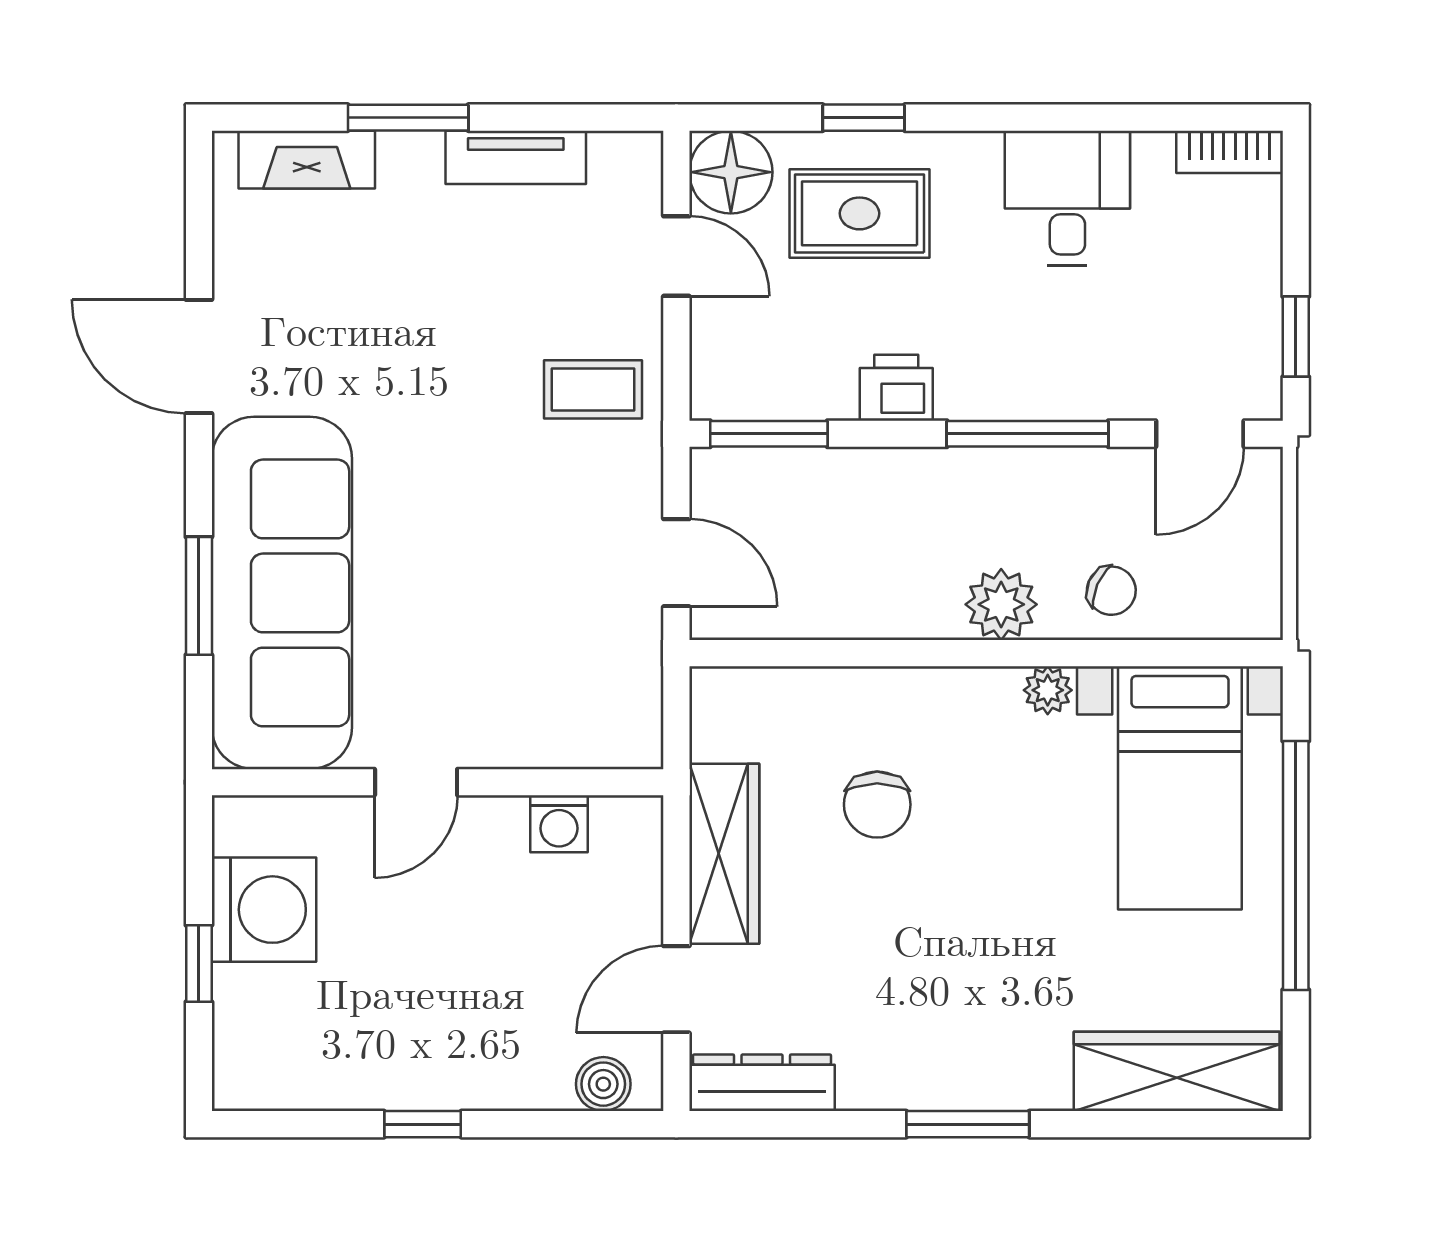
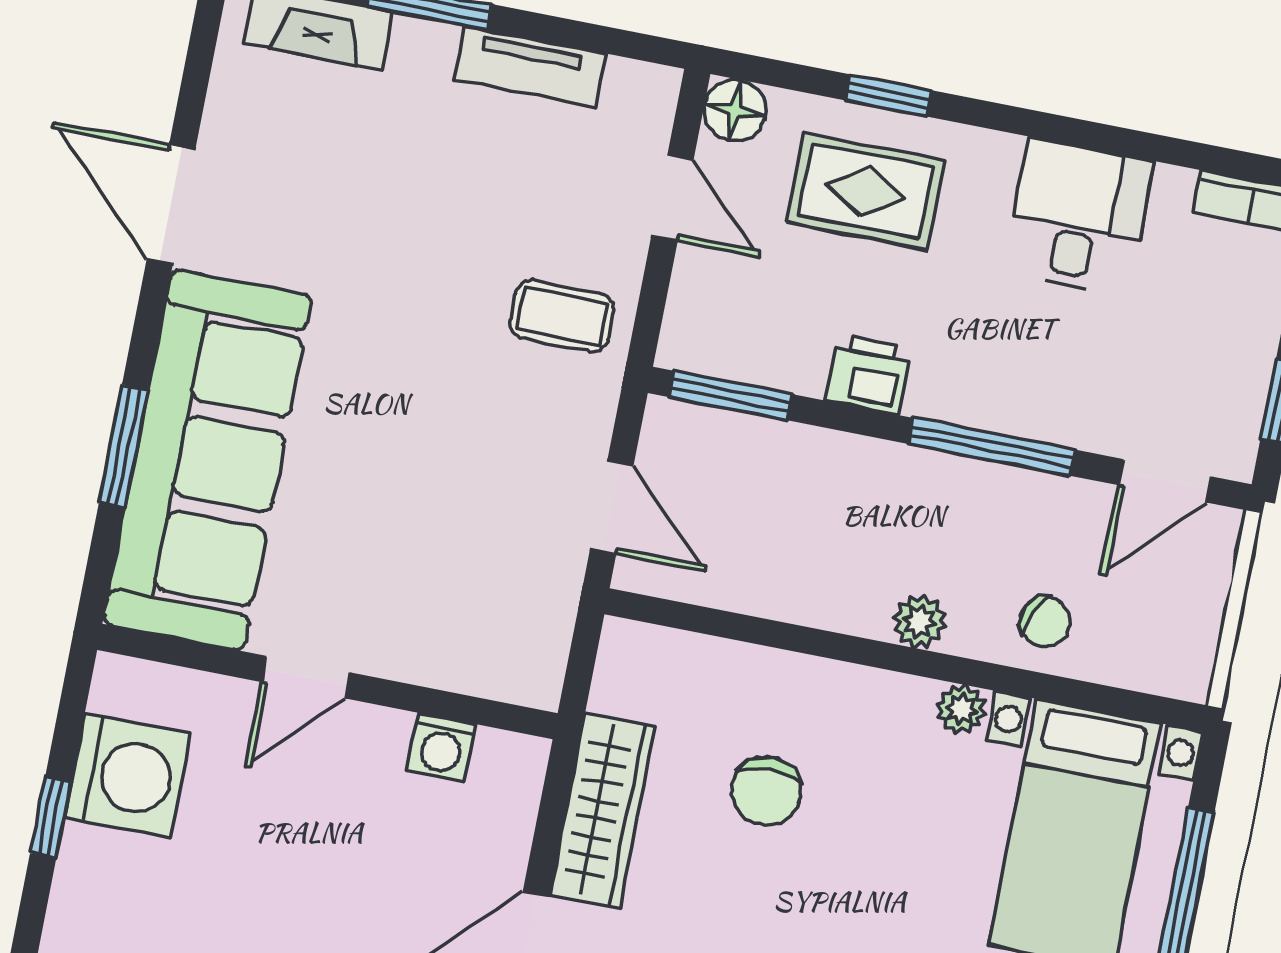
floor lamp: (731, 172) -> (735, 110), width x0.73, depth x0.73
plant: (1001, 604) -> (919, 622), width x0.73, depth x0.73

